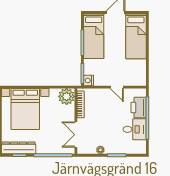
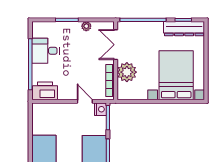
door: (117, 87) -> (85, 101), moved
plant: (67, 96) -> (127, 72), moved
printer: (139, 108) -> (45, 91), moved, turned -90
double door: (76, 135) -> (116, 45), swing flipped

